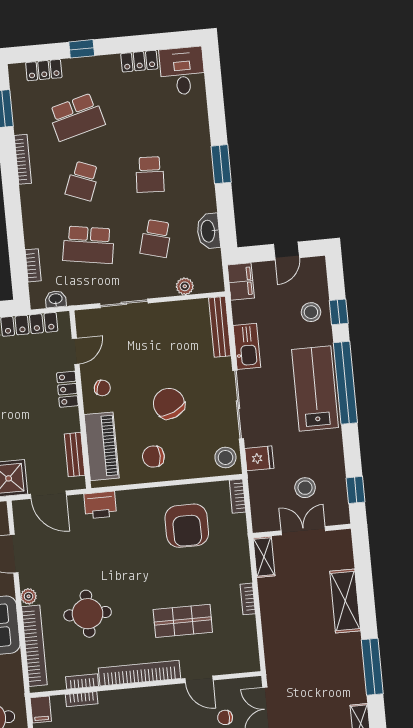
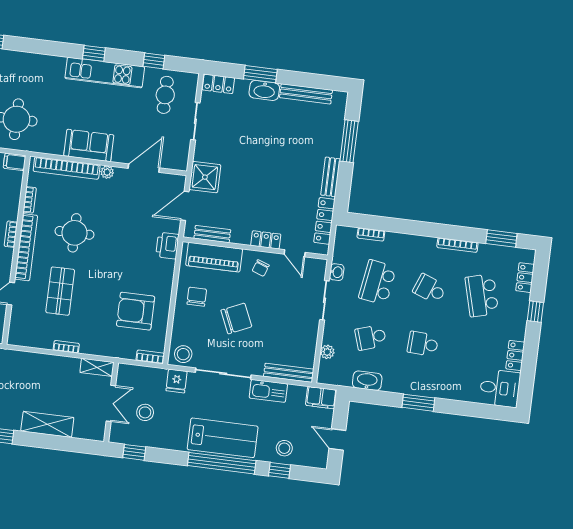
school desk: (156, 238) -> (371, 337), turned -33
washbasin: (56, 299) -> (337, 272), moved
round table: (88, 614) -> (74, 233), moved
bookcase: (82, 699) -> (11, 234), moved

